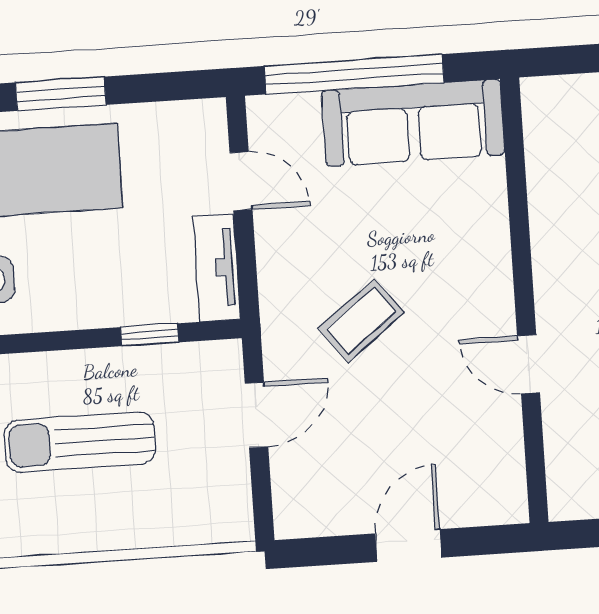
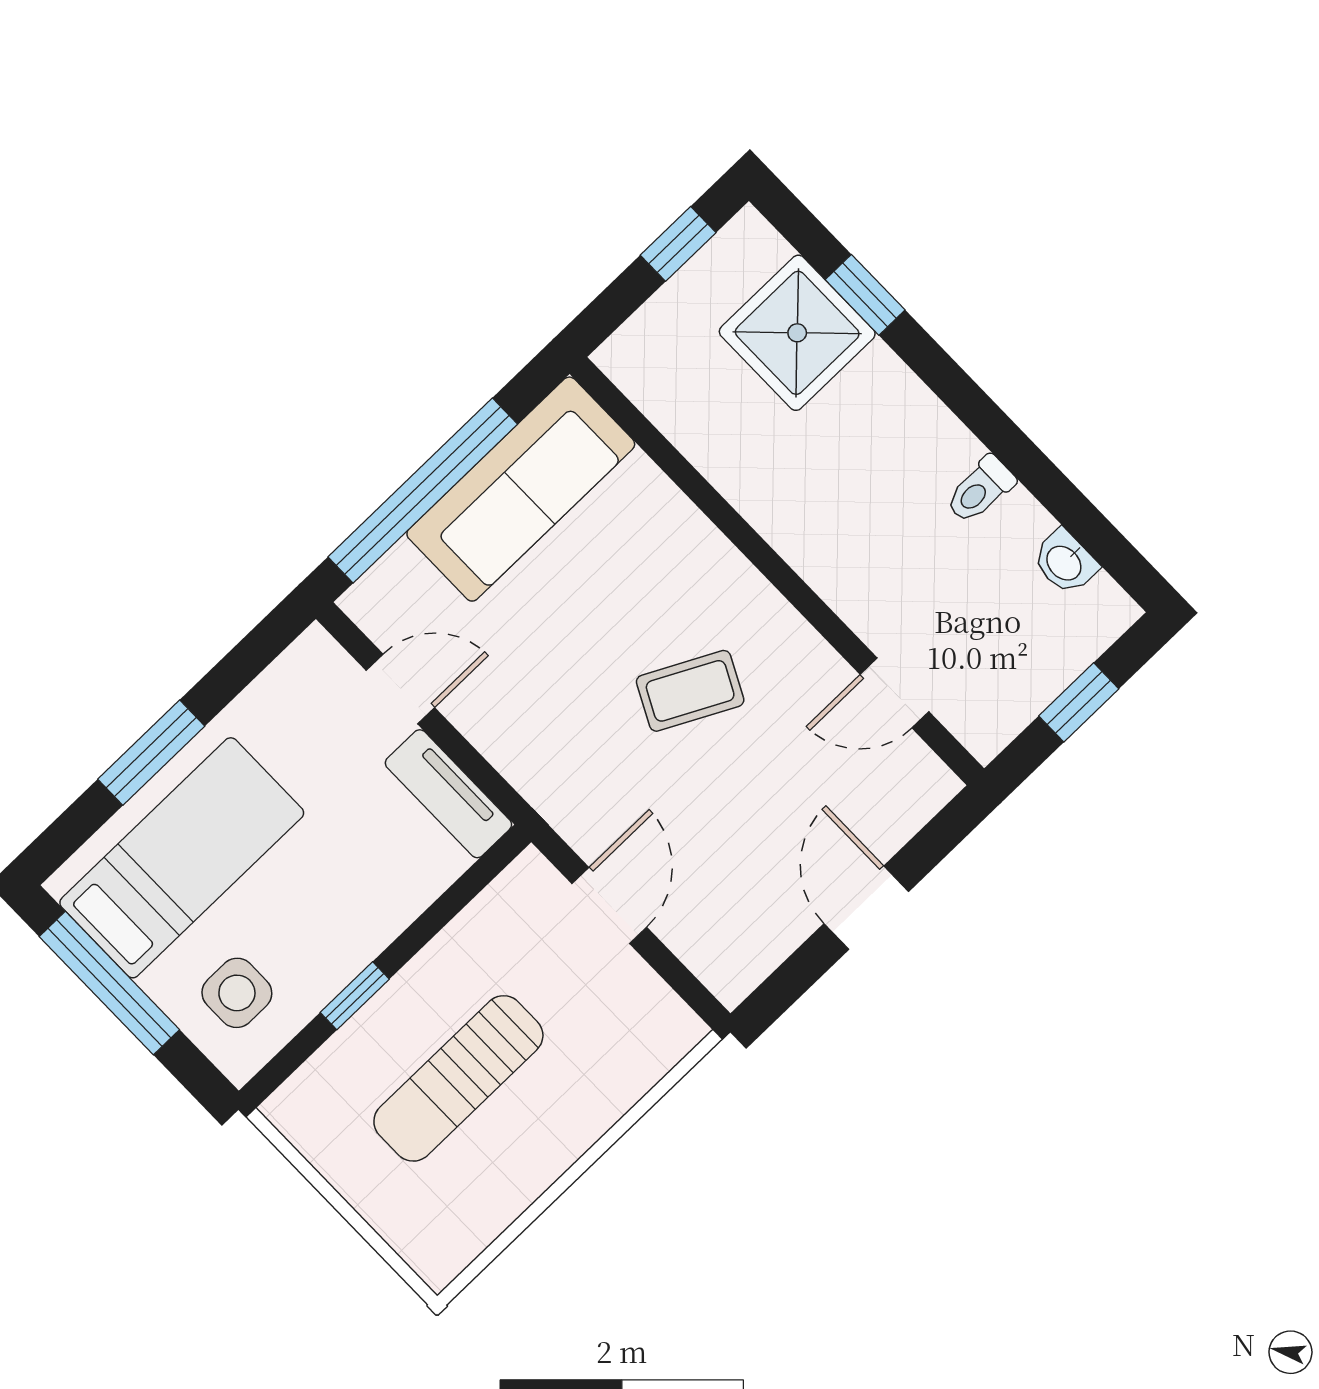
coffee table: (361, 321) -> (690, 691), moved, turned 65
window: (150, 335) -> (355, 996), moved
door: (529, 364) -> (894, 693), moved

